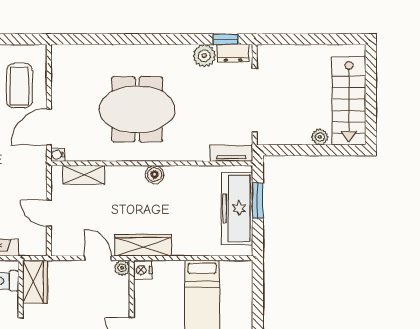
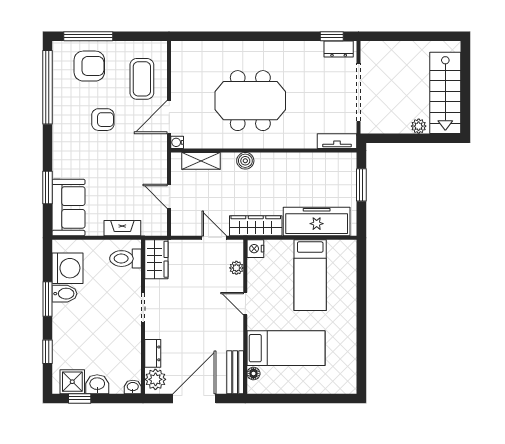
plant: (204, 56) -> (312, 51), removed
boiler: (154, 175) -> (245, 161), moved
freezer: (237, 208) -> (317, 222), moved, turned 90
plant: (122, 268) -> (236, 268), moved

